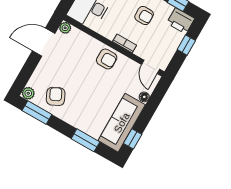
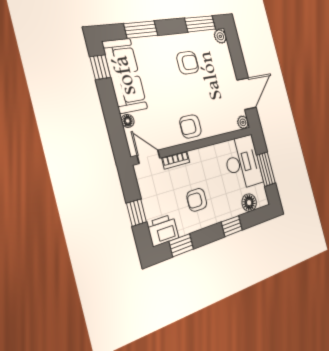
bookcase: (125, 43) -> (176, 160), moved
armchair: (56, 96) -> (188, 63), moved, turned -64

